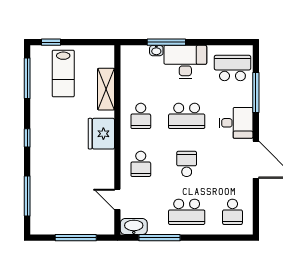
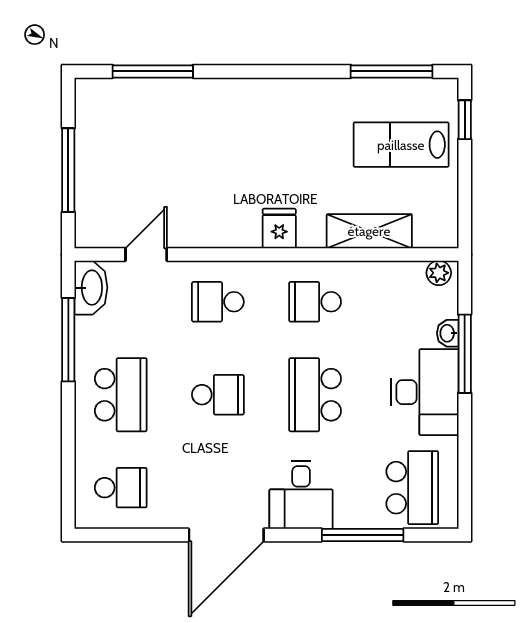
plant: (127, 55) -> (439, 273), added
fridge: (101, 134) -> (279, 229), width x0.53, depth x0.75
window: (27, 138) -> (271, 71), removed
school desk: (187, 212) -> (121, 395), turned 180
school desk: (232, 212) -> (121, 488), turned 180

